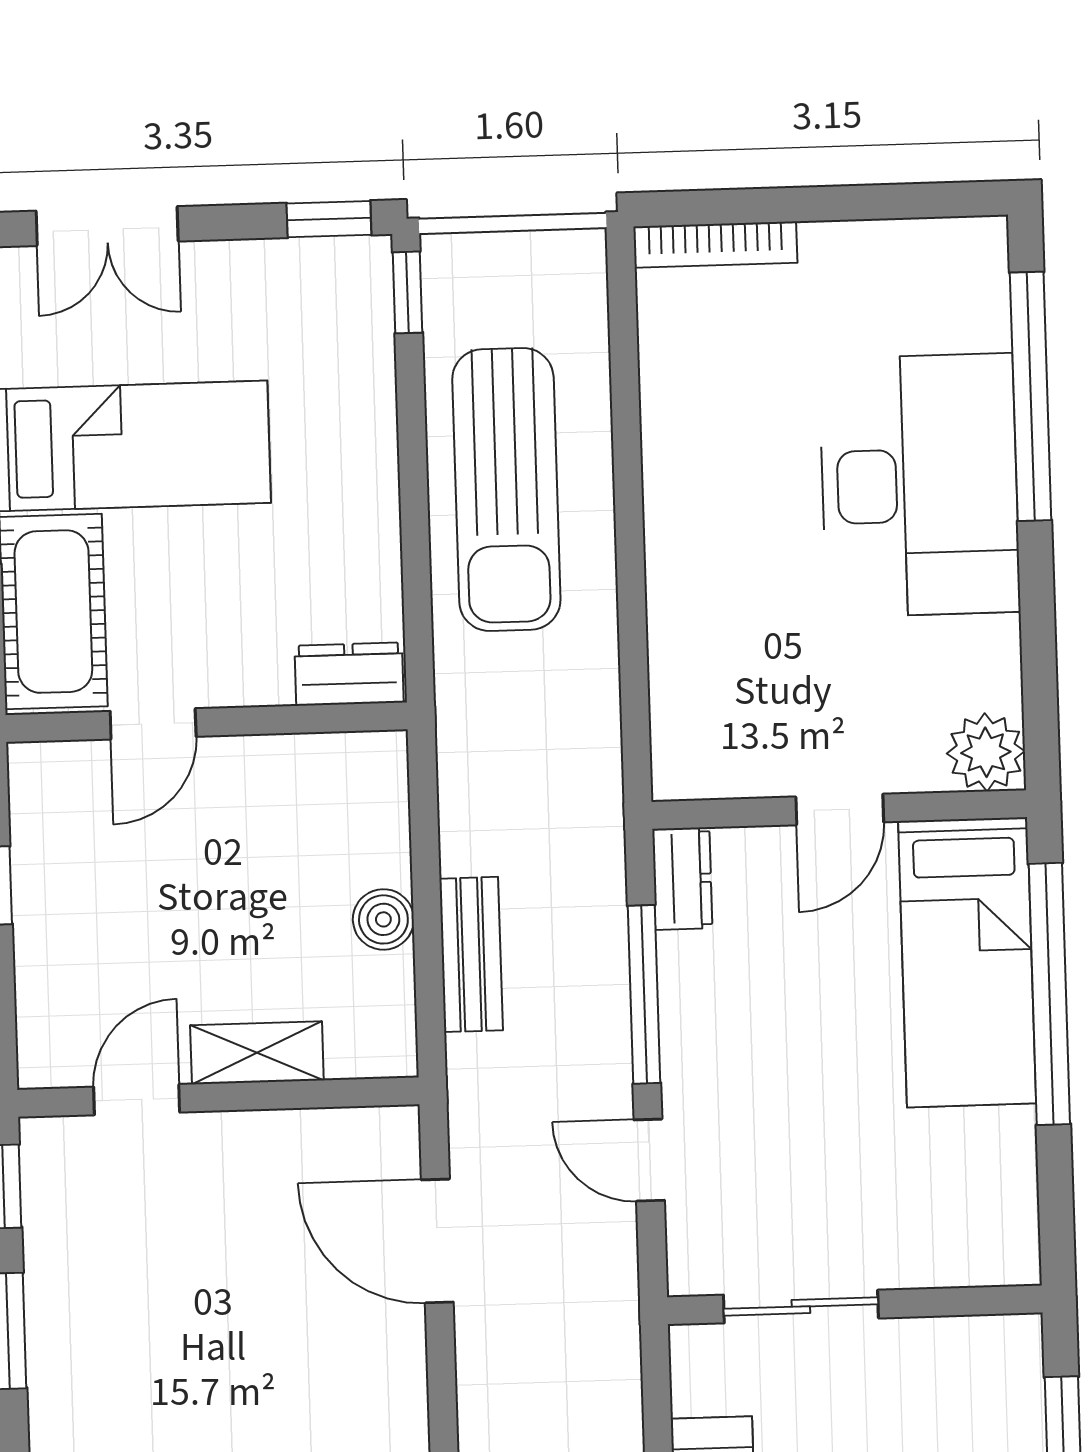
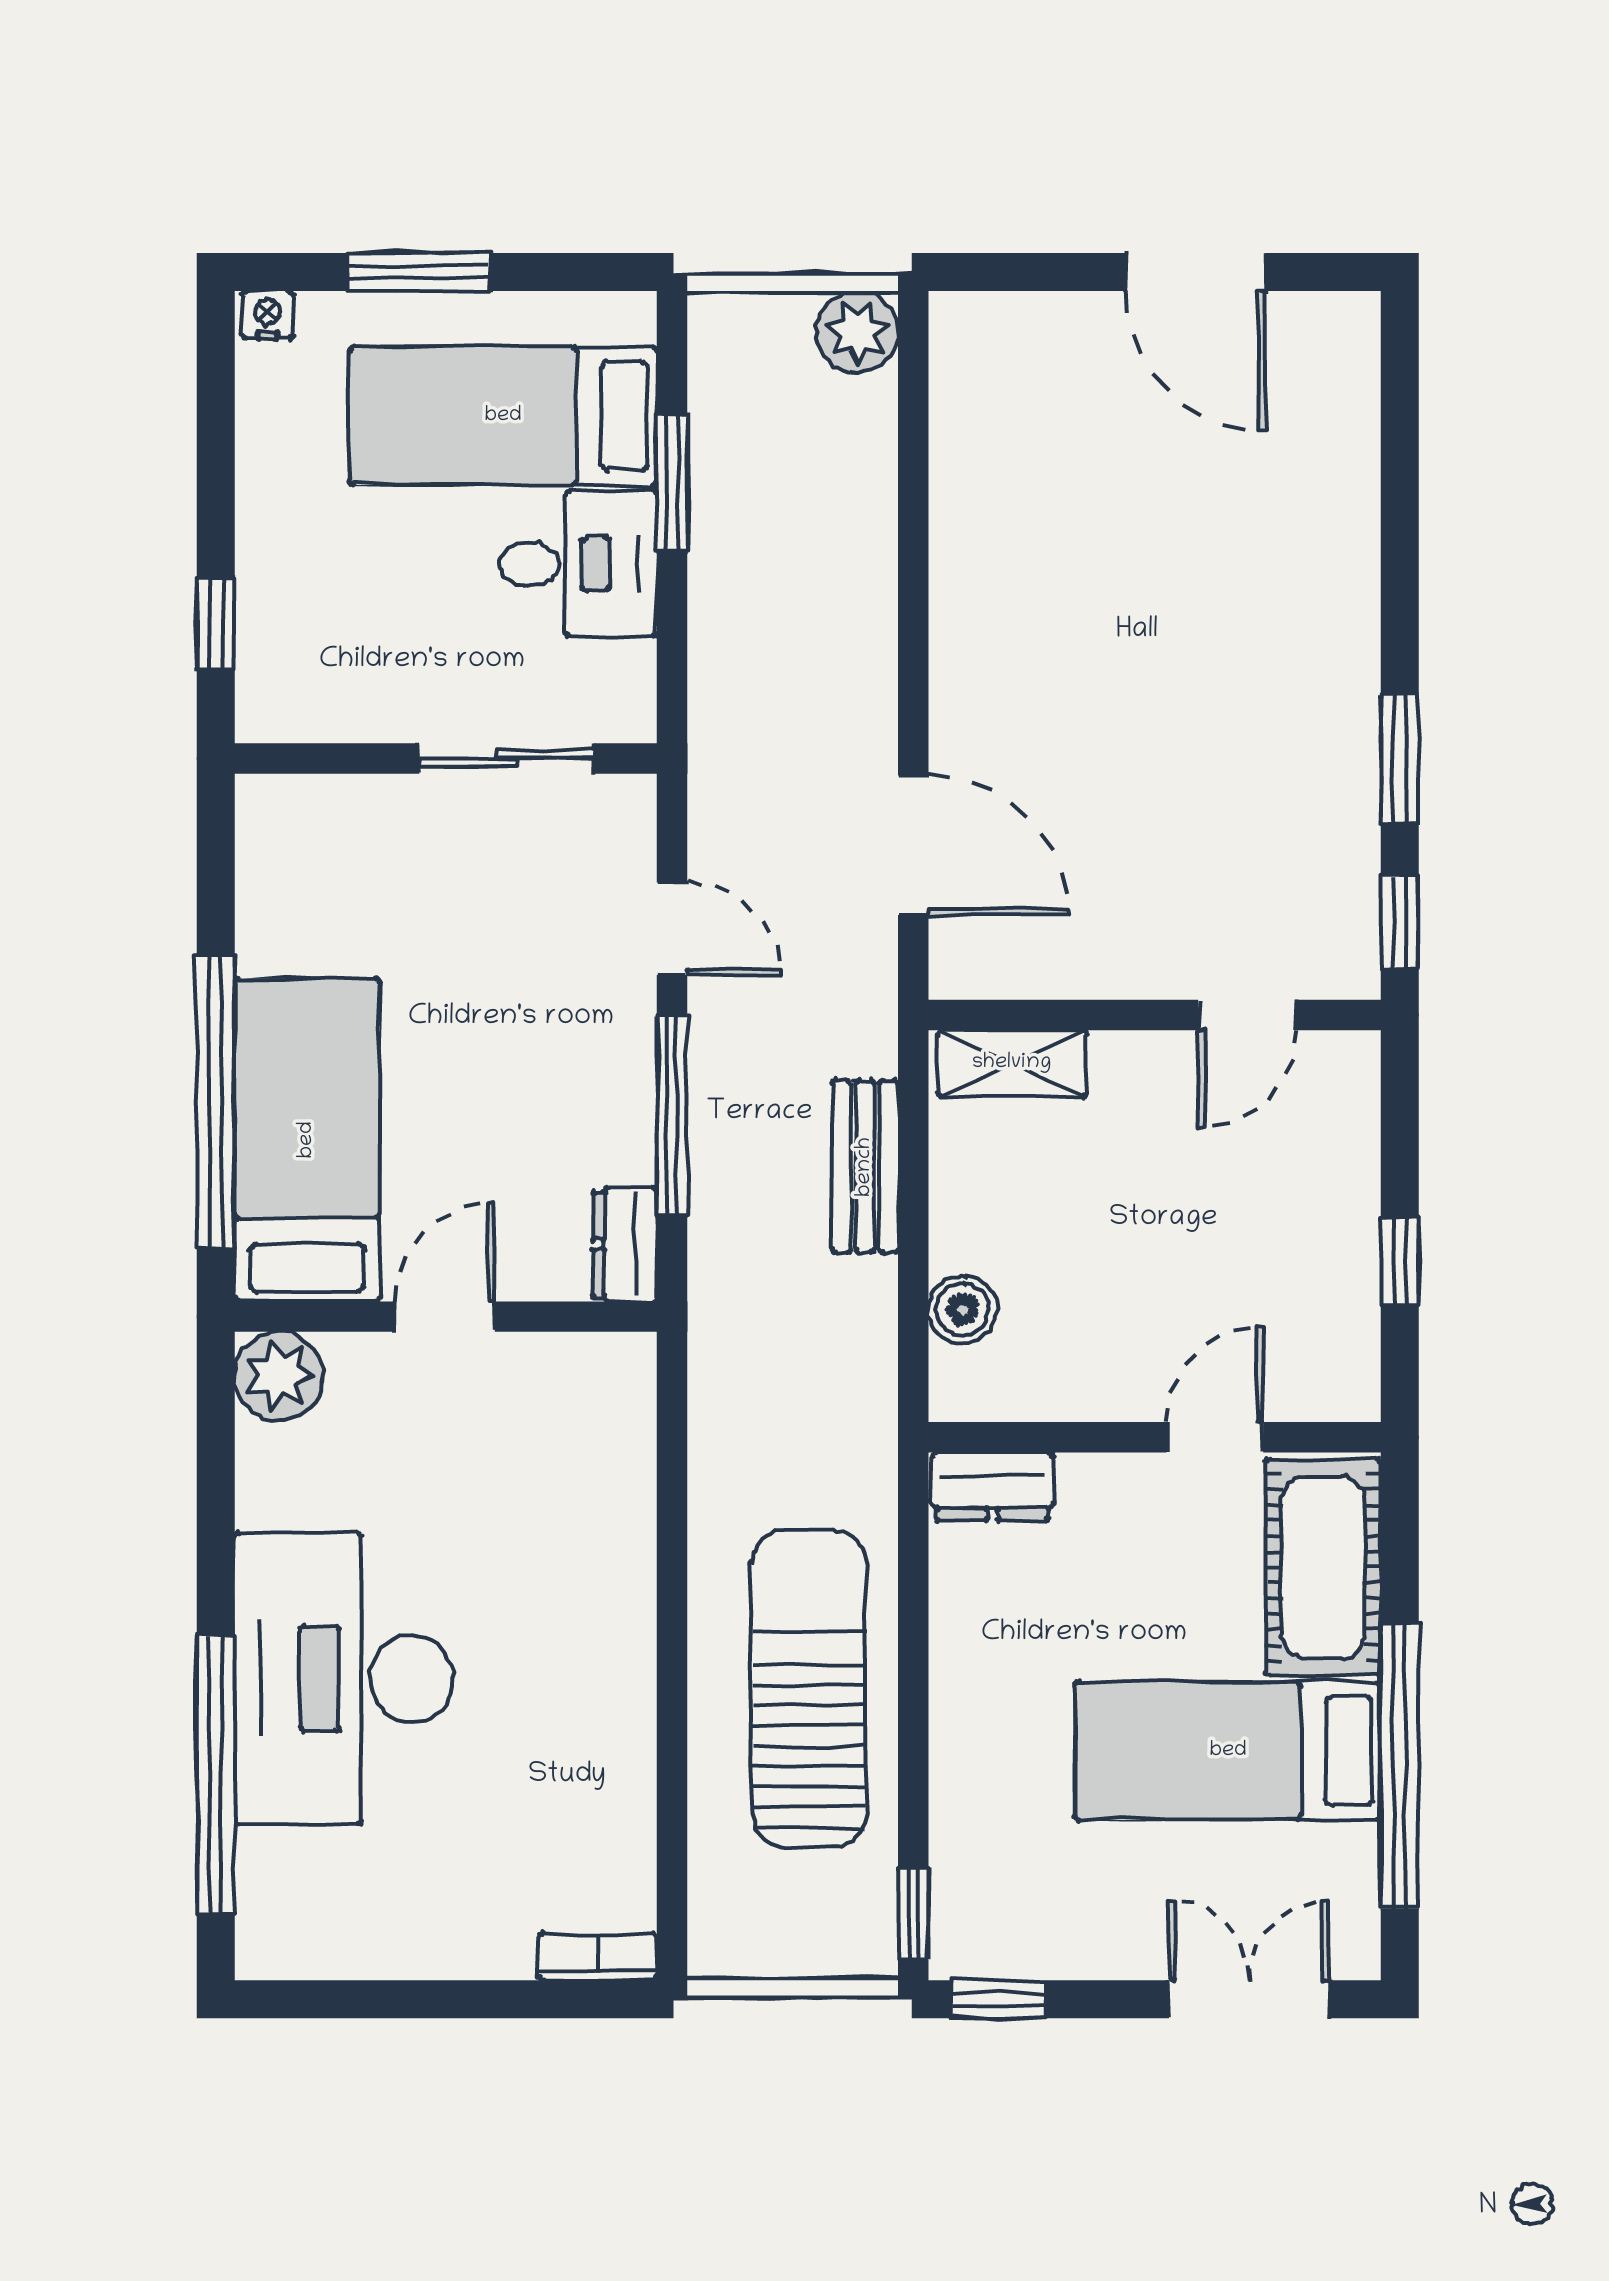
bookcase: (715, 245) -> (598, 1957), width x0.64
boiler: (383, 919) -> (963, 1310), moved
shelving: (257, 1053) -> (1012, 1063), moved

